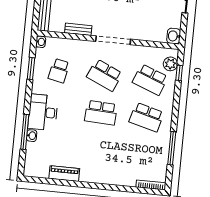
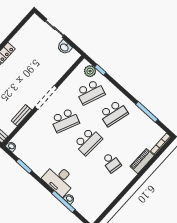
washbasin: (174, 36) -> (64, 47), moved
school desk: (59, 71) -> (111, 162), moved
piano: (64, 174) -> (142, 161), moved

